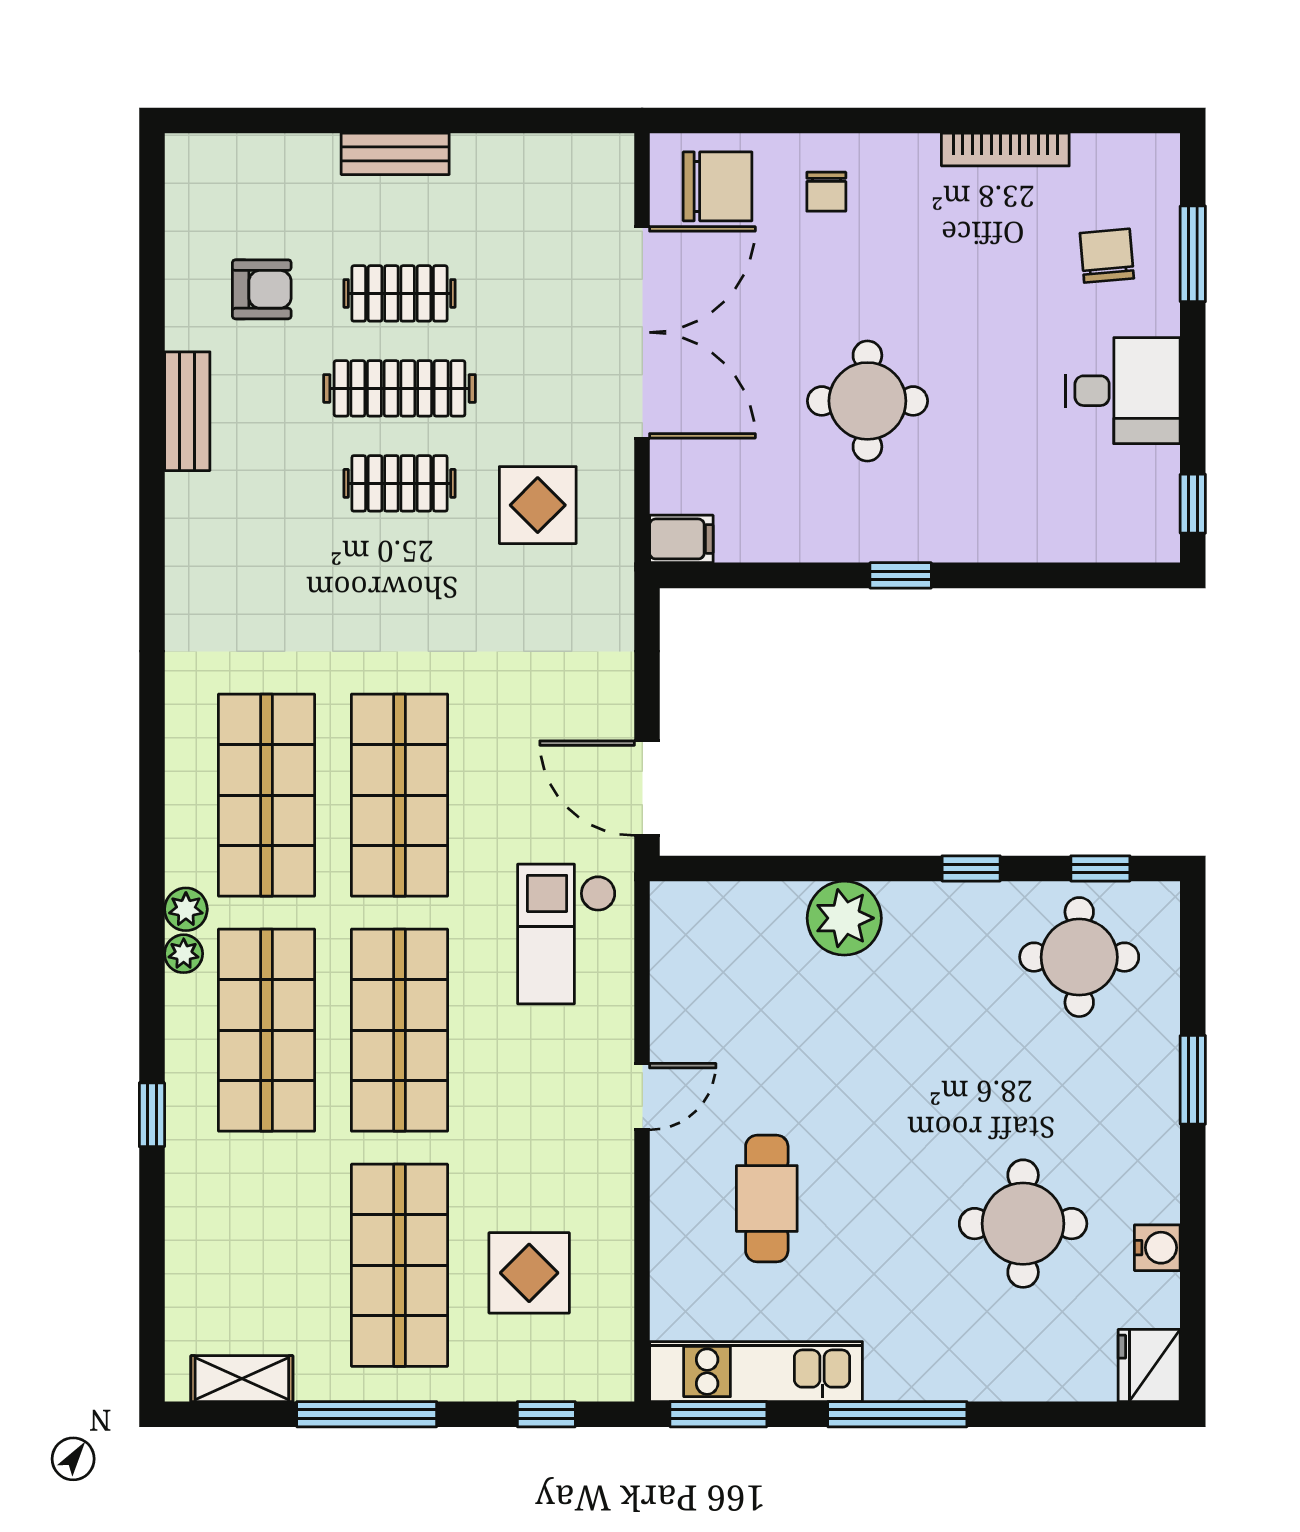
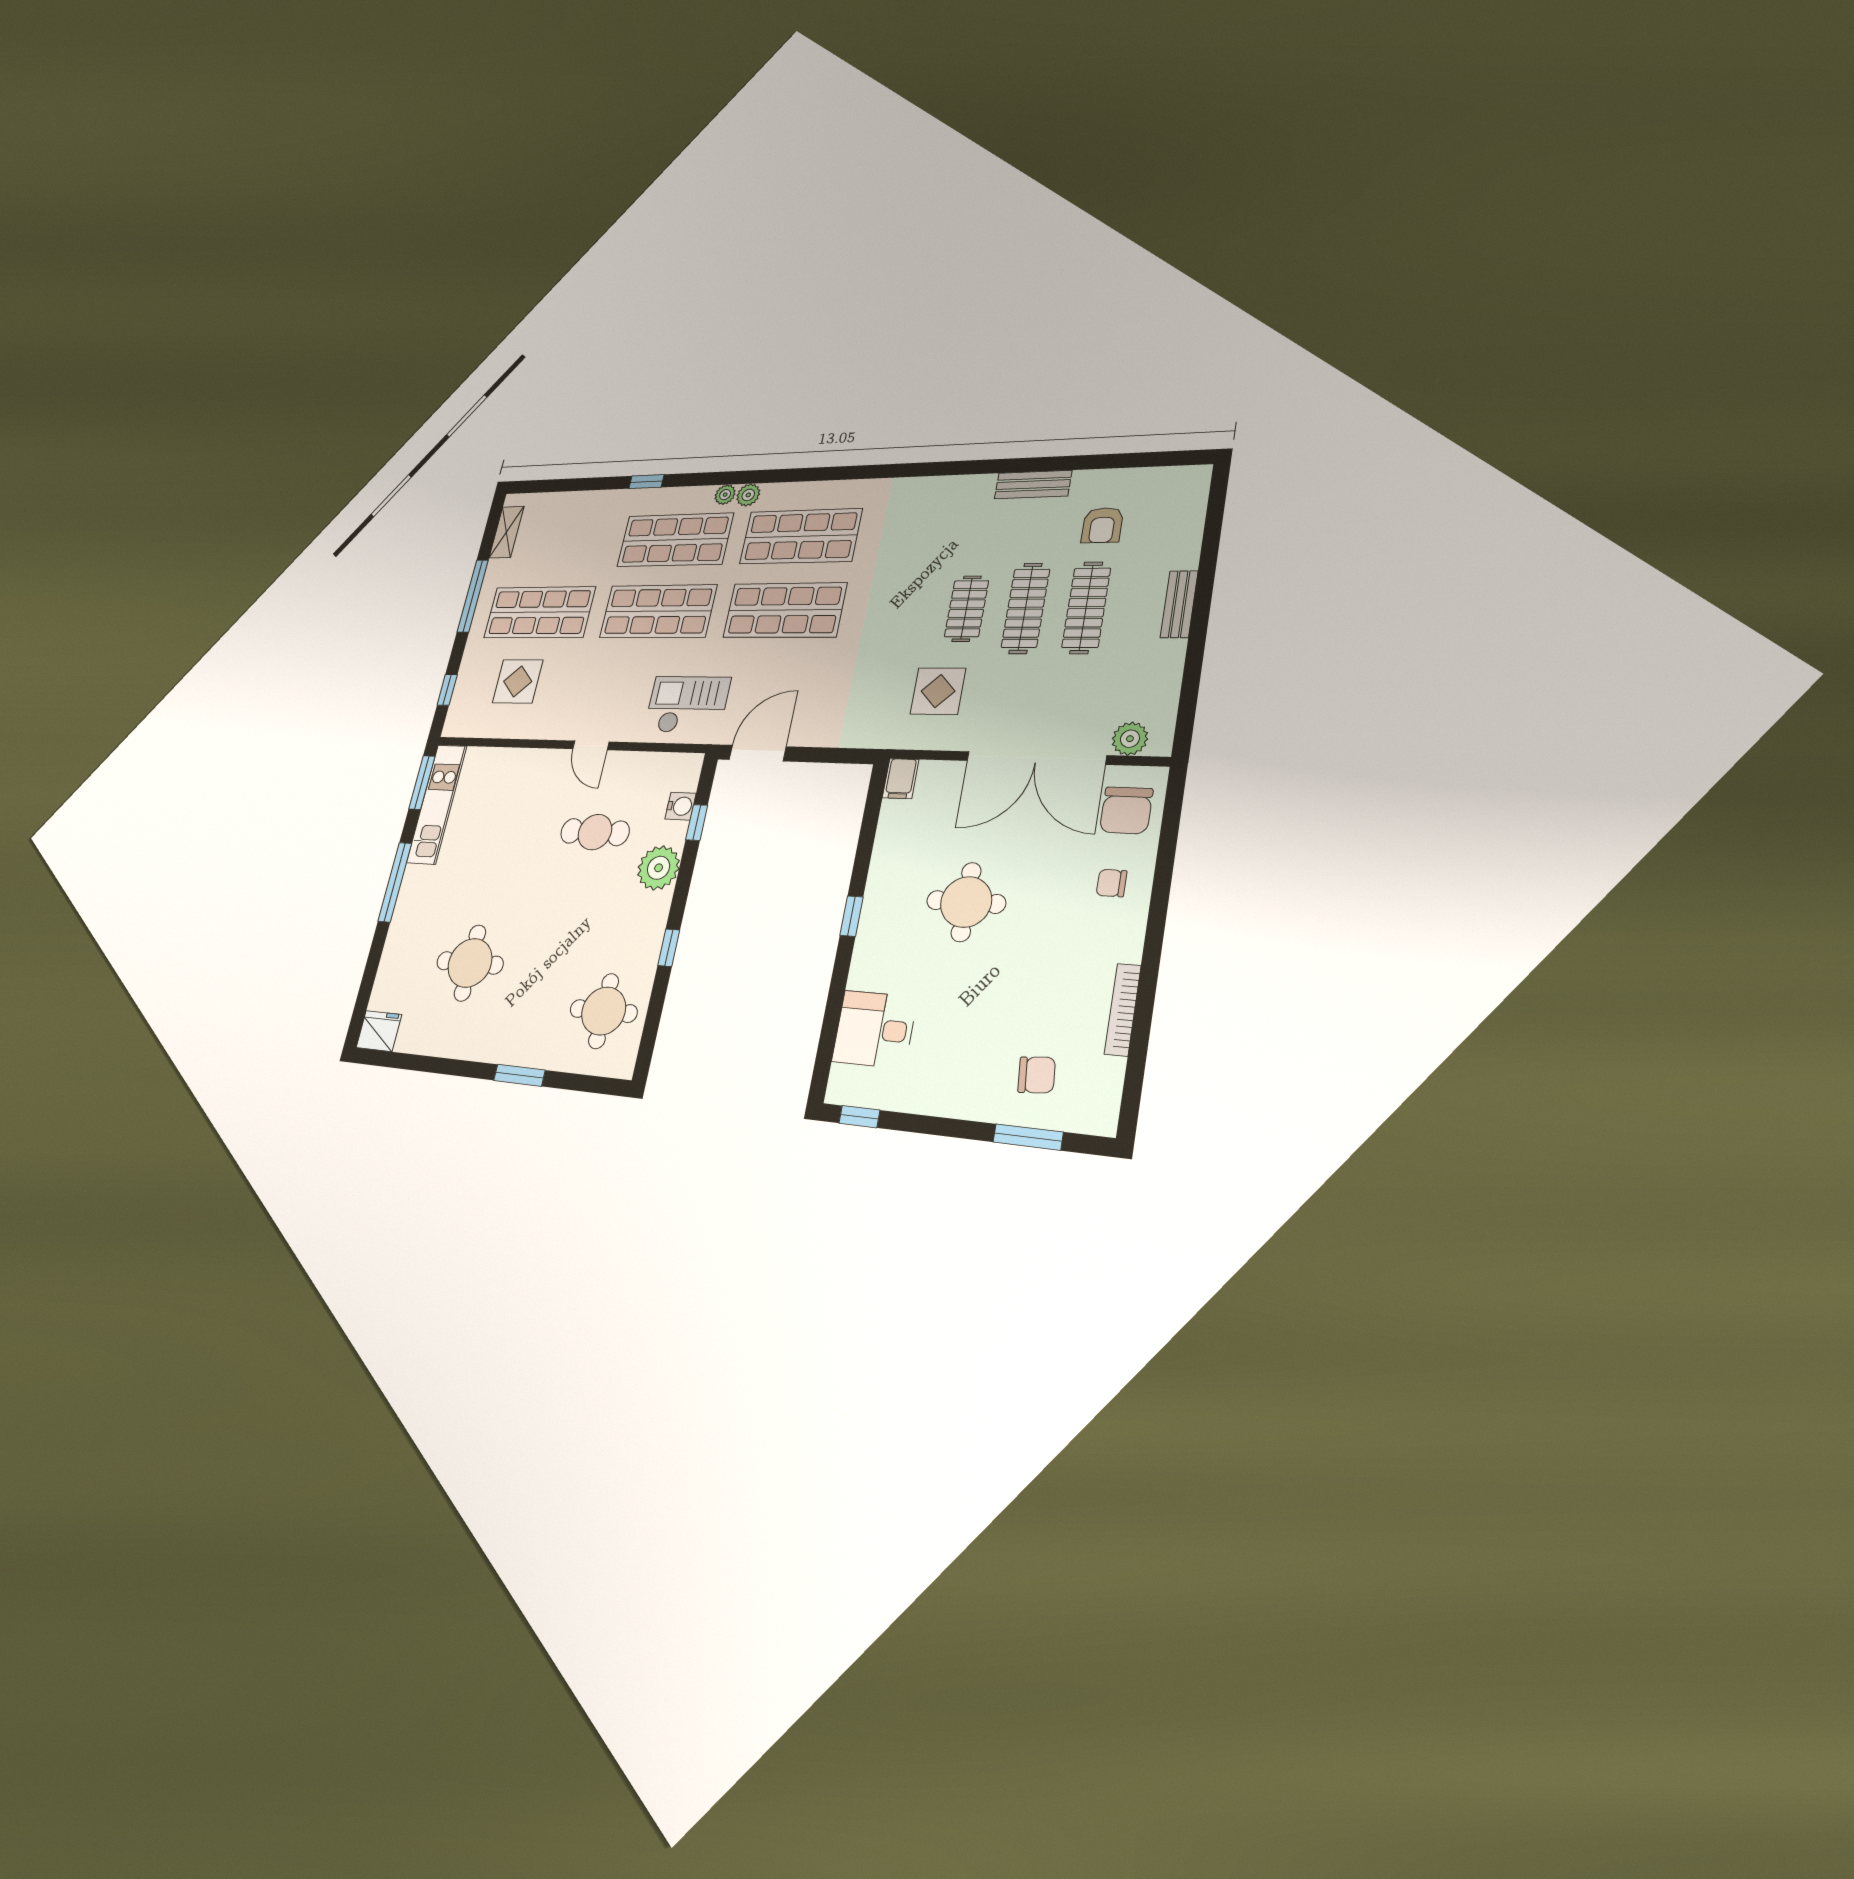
plant: (608, 197) -> (1130, 739), added
clothes rail: (400, 293) -> (1086, 608), width x1.36
desk: (1123, 391) -> (875, 1029), moved, turned 90
window: (1100, 868) -> (697, 823), moved
cafe table: (767, 1199) -> (595, 832), moved
water cooler: (1157, 1248) -> (680, 806), moved, turned -90

